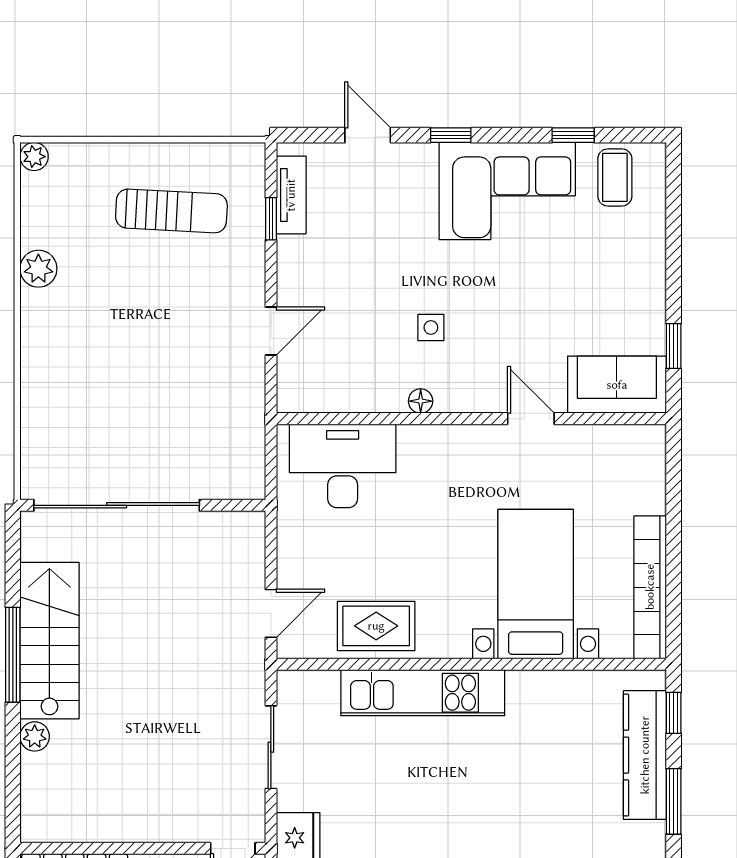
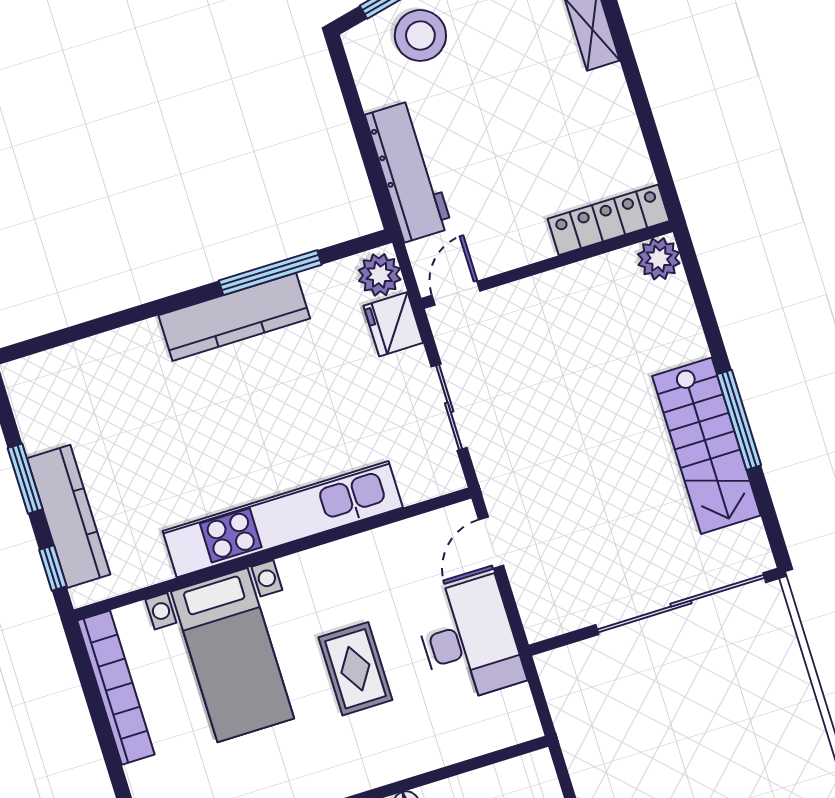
desk: (343, 466) -> (469, 640), moved, turned -90
rug: (376, 626) -> (355, 669), moved, turned 90
kitchen unit: (423, 693) -> (283, 519), width x1.36
plant: (35, 736) -> (659, 259), moved, width x1.38, depth x1.38

